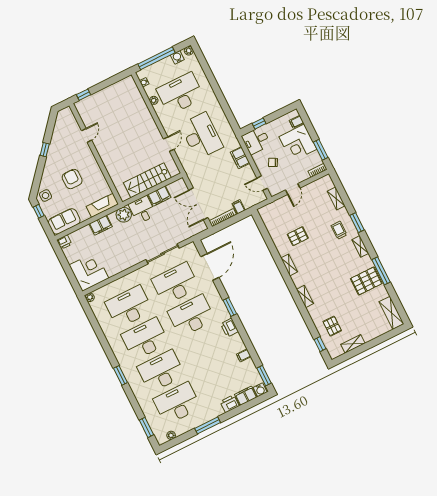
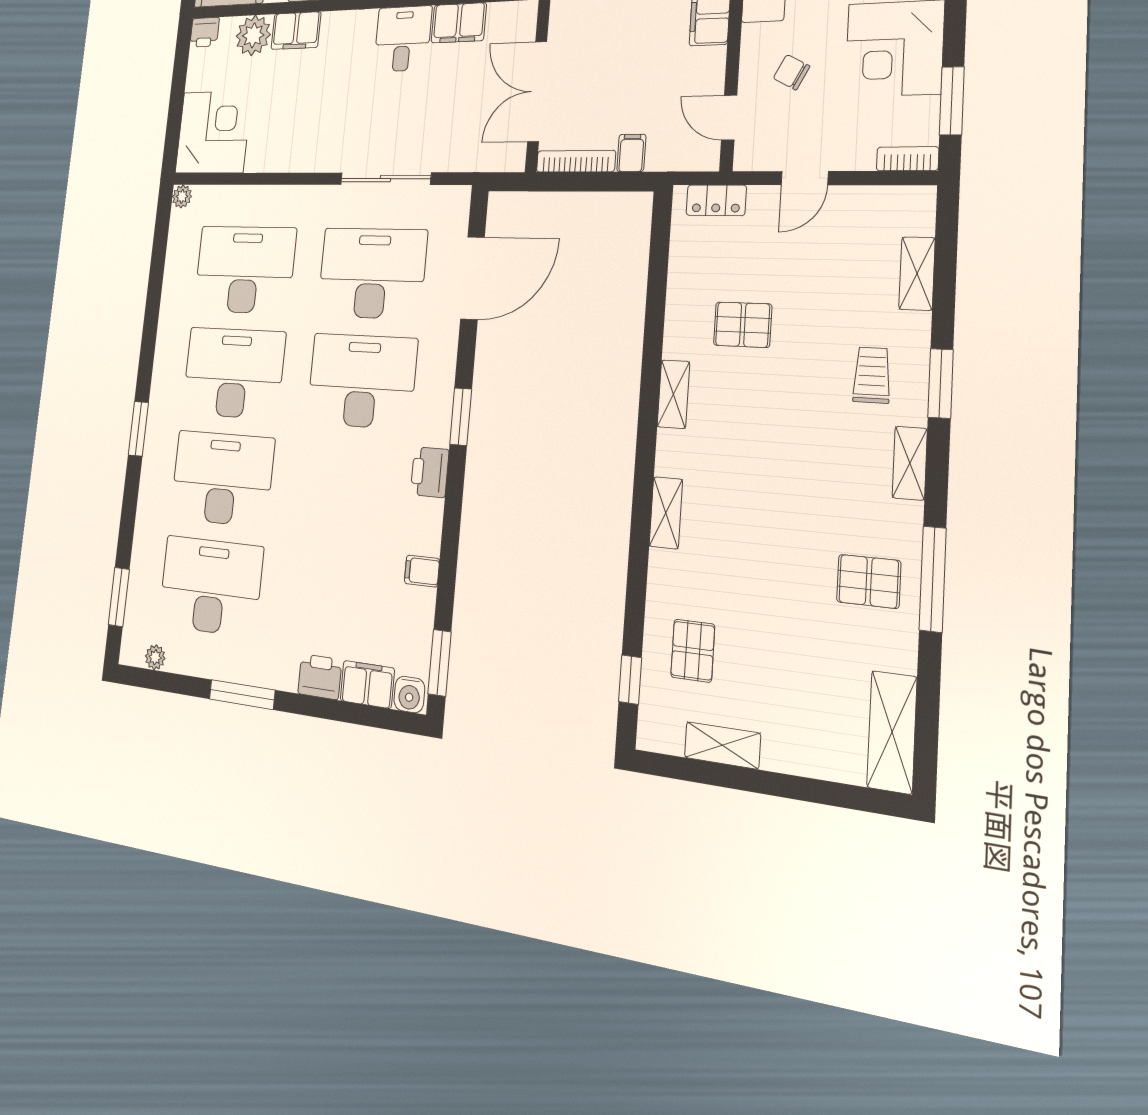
locker: (271, 207) -> (716, 200), added
plant: (124, 215) -> (253, 35), moved
pallet: (366, 281) -> (869, 581), width x0.67, depth x0.71

